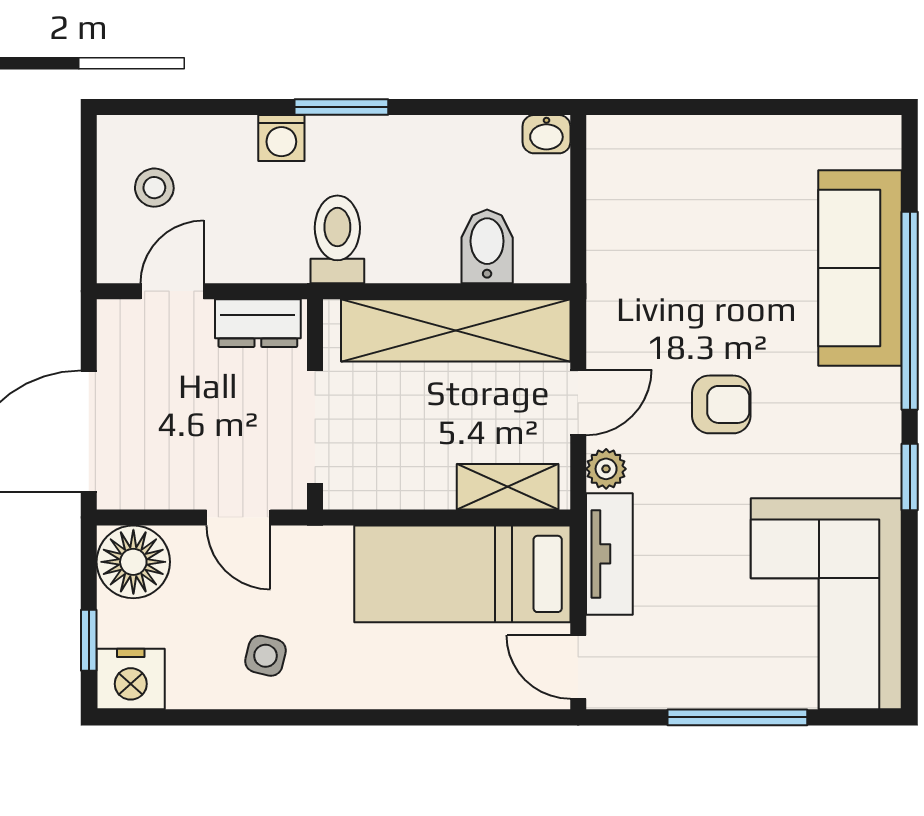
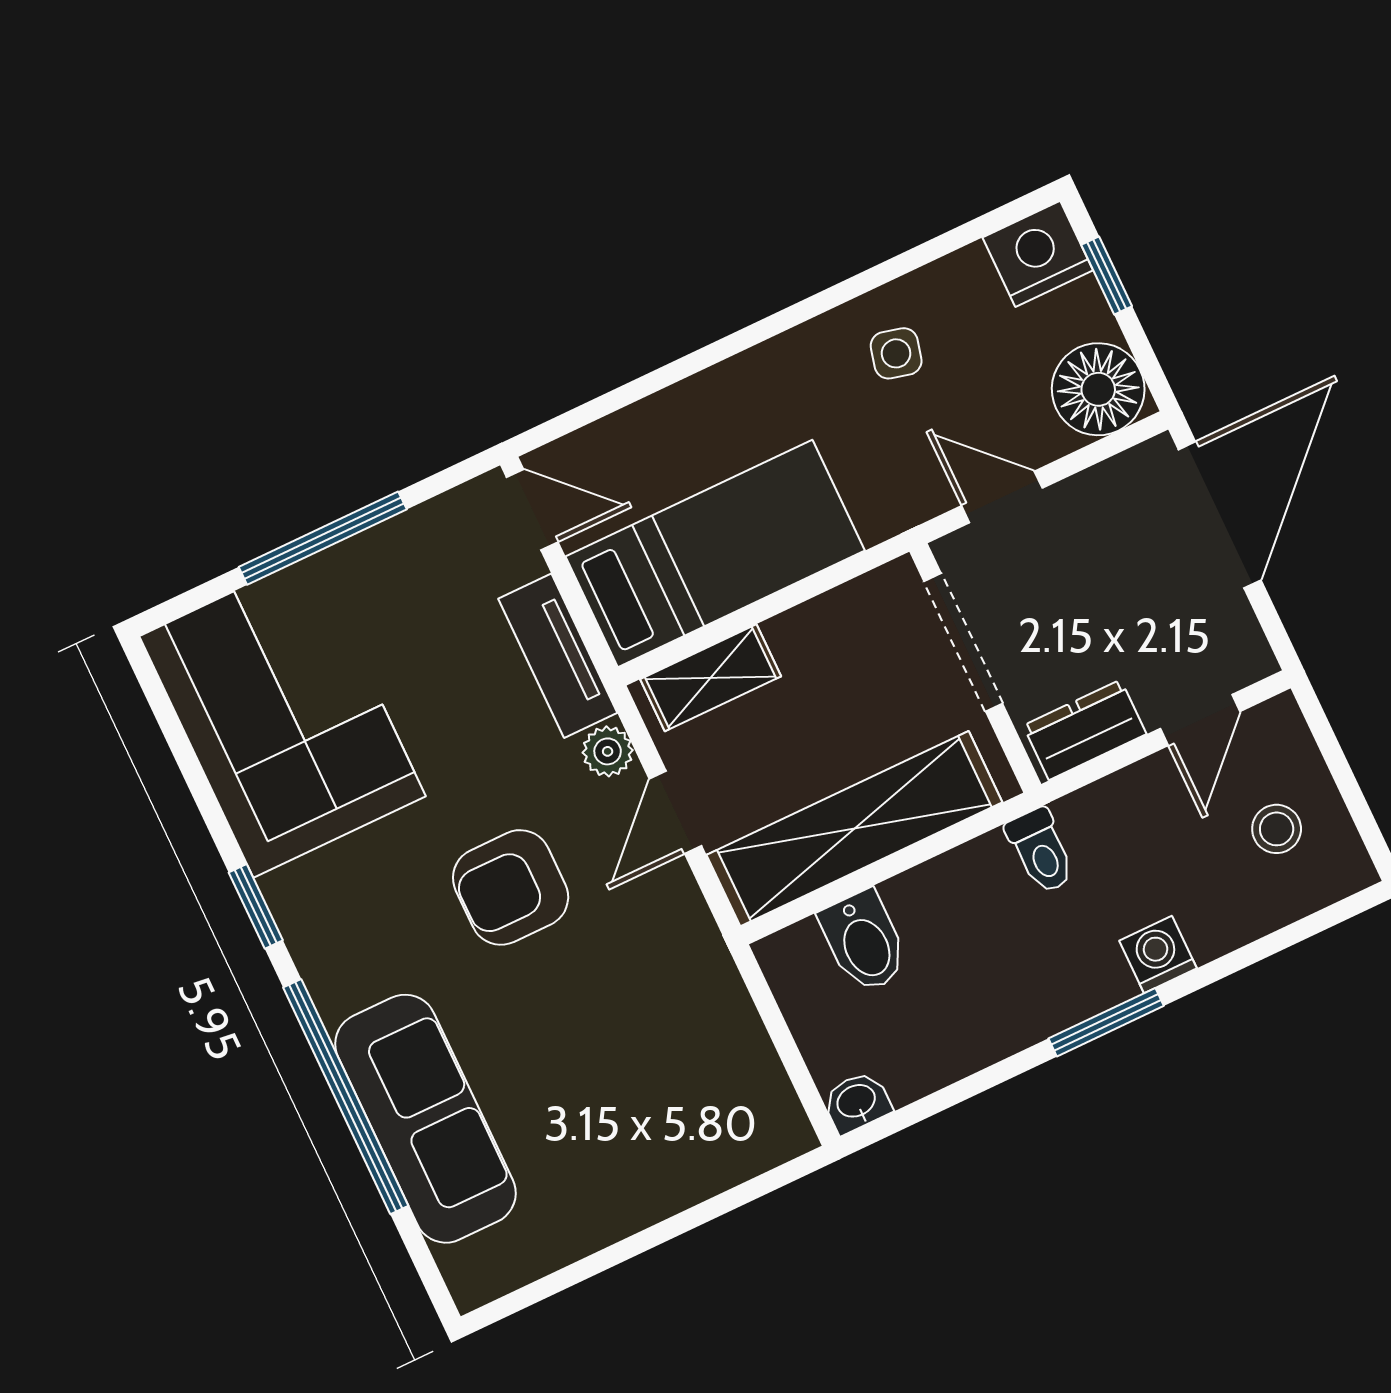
toilet: (337, 239) -> (1041, 851), width x0.73, depth x0.72
armchair: (721, 404) -> (511, 887), width x1.38, depth x1.38

